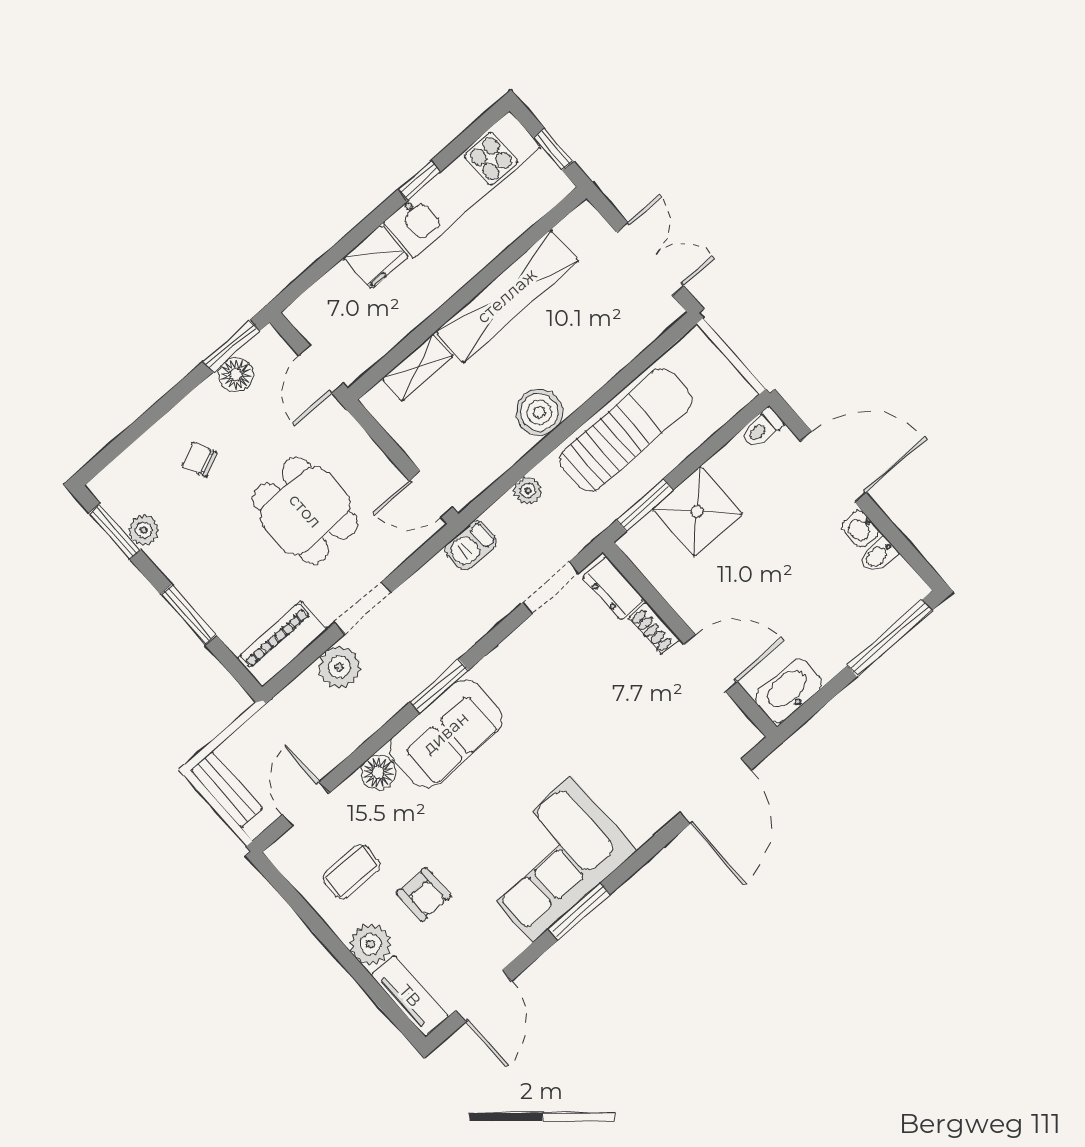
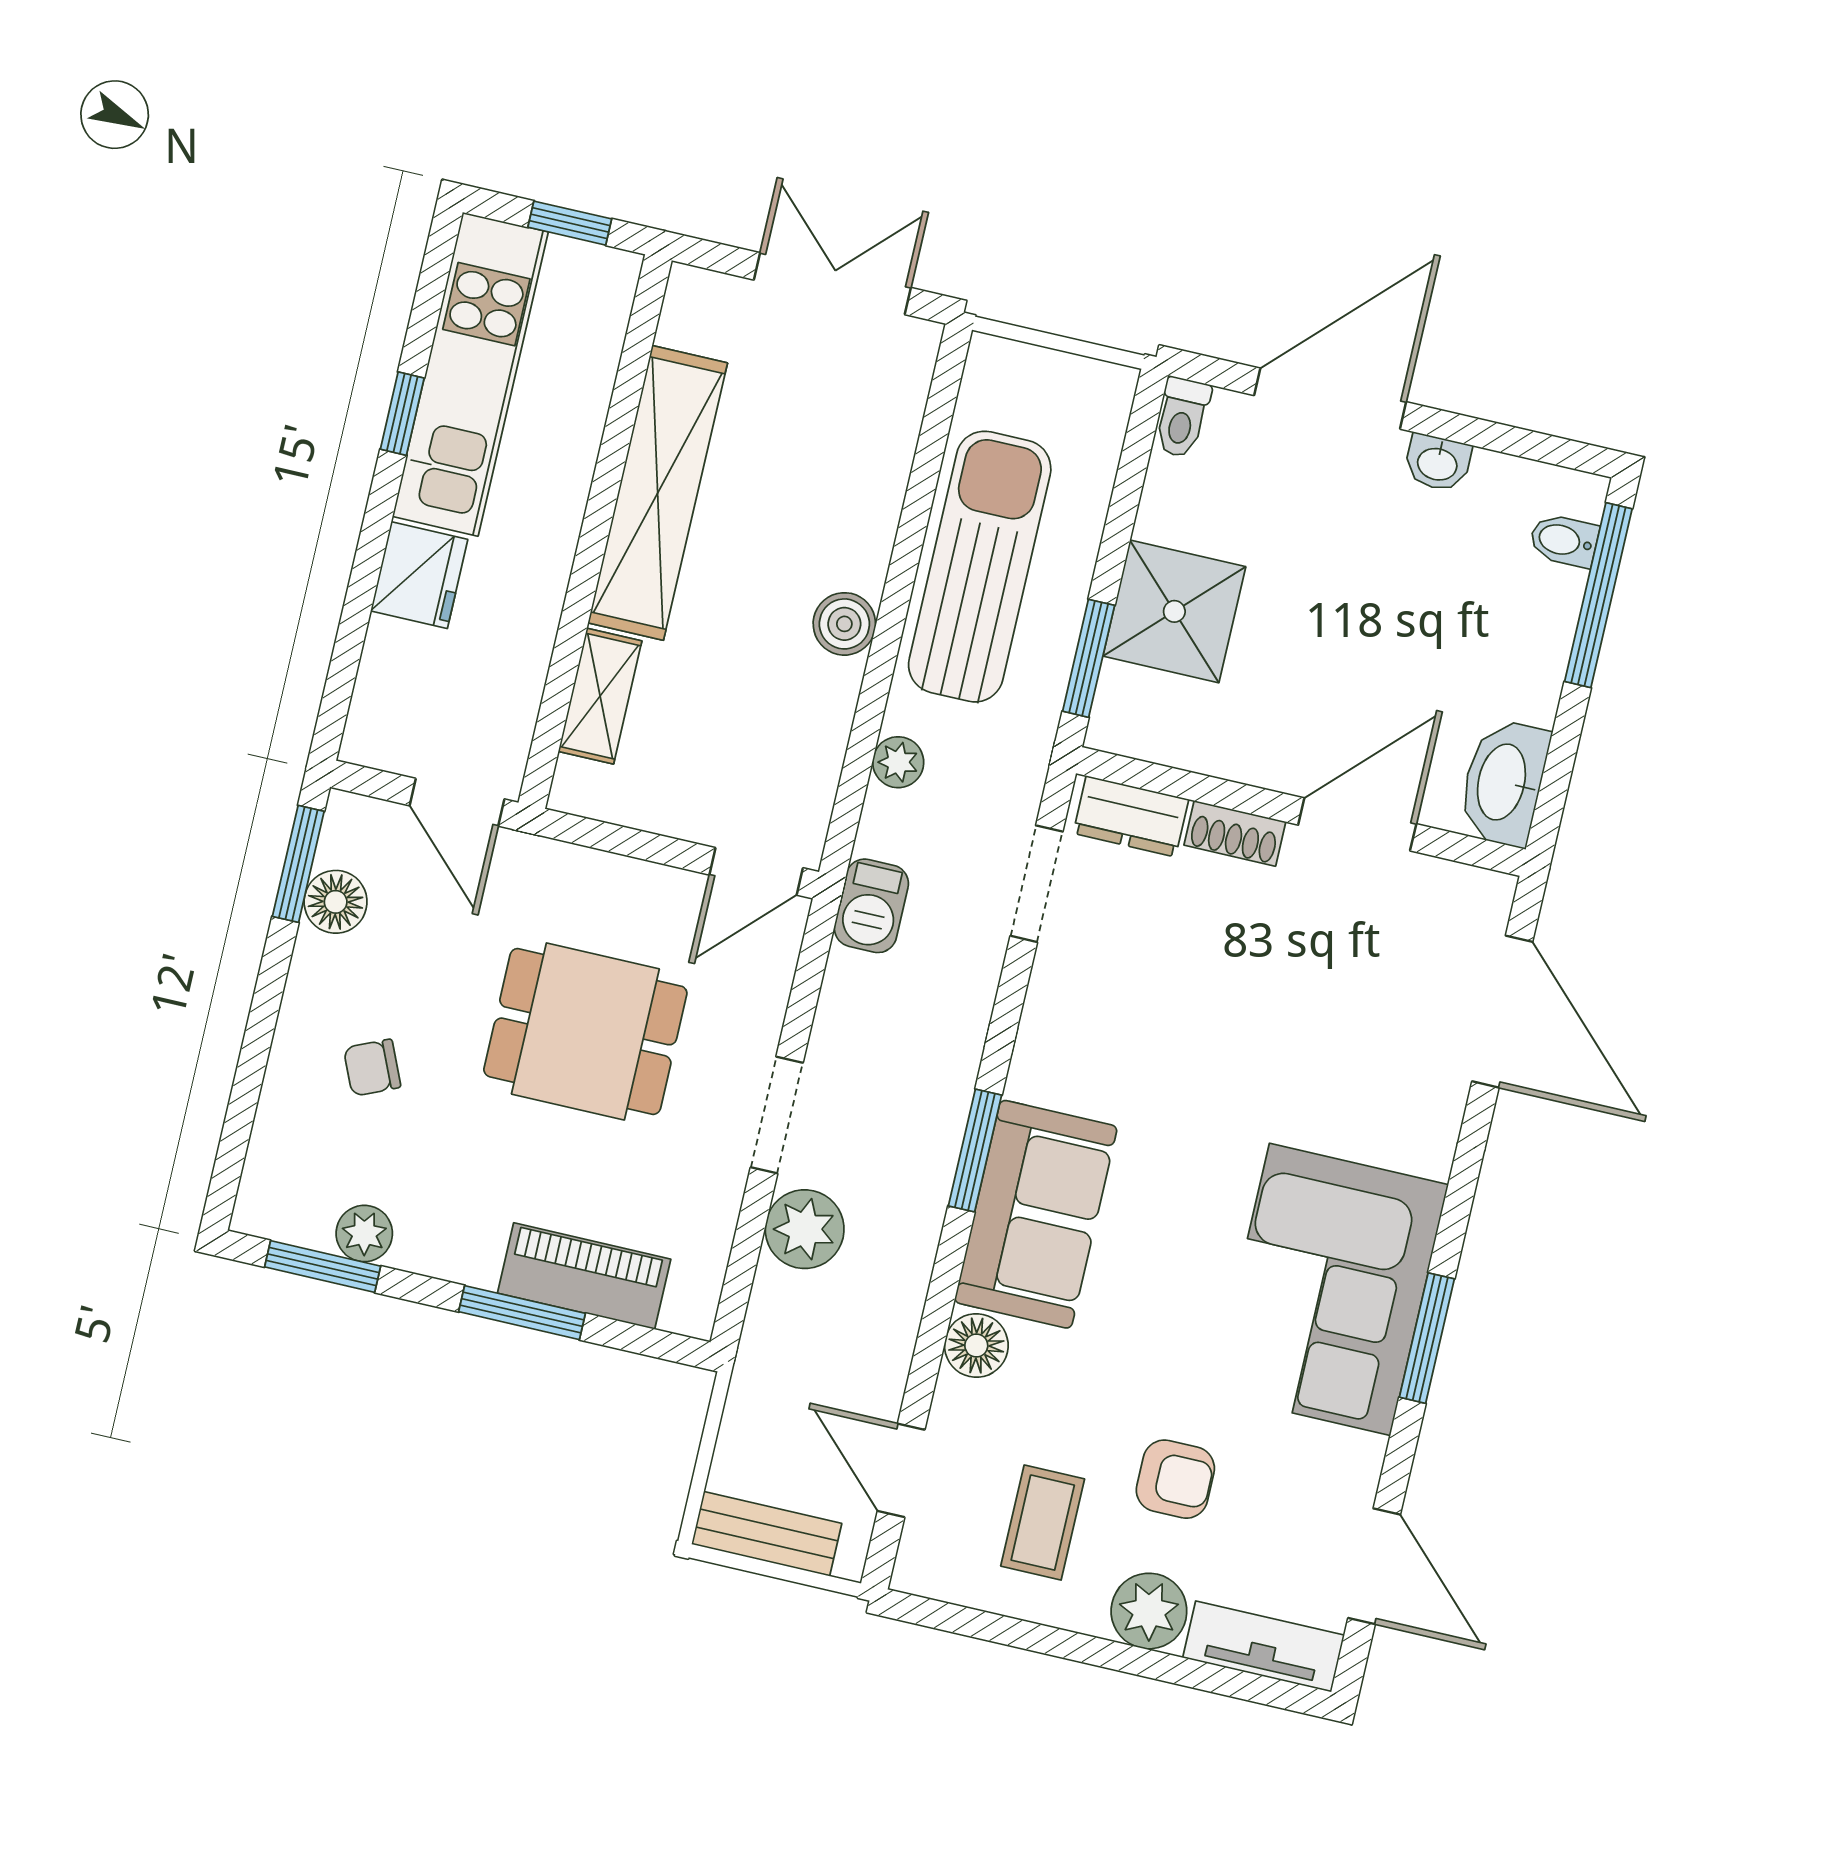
boiler: (539, 412) -> (844, 624), width x0.73, depth x0.73
bidet: (878, 555) -> (1564, 540), moved, turned 90
piano: (282, 644) -> (584, 1276), moved, turned 90

